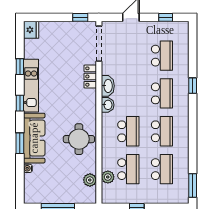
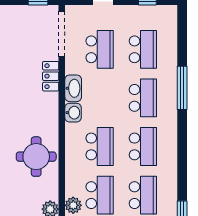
school desk: (128, 56) -> (100, 49), added
window: (193, 86) -> (182, 88), width x2.17

